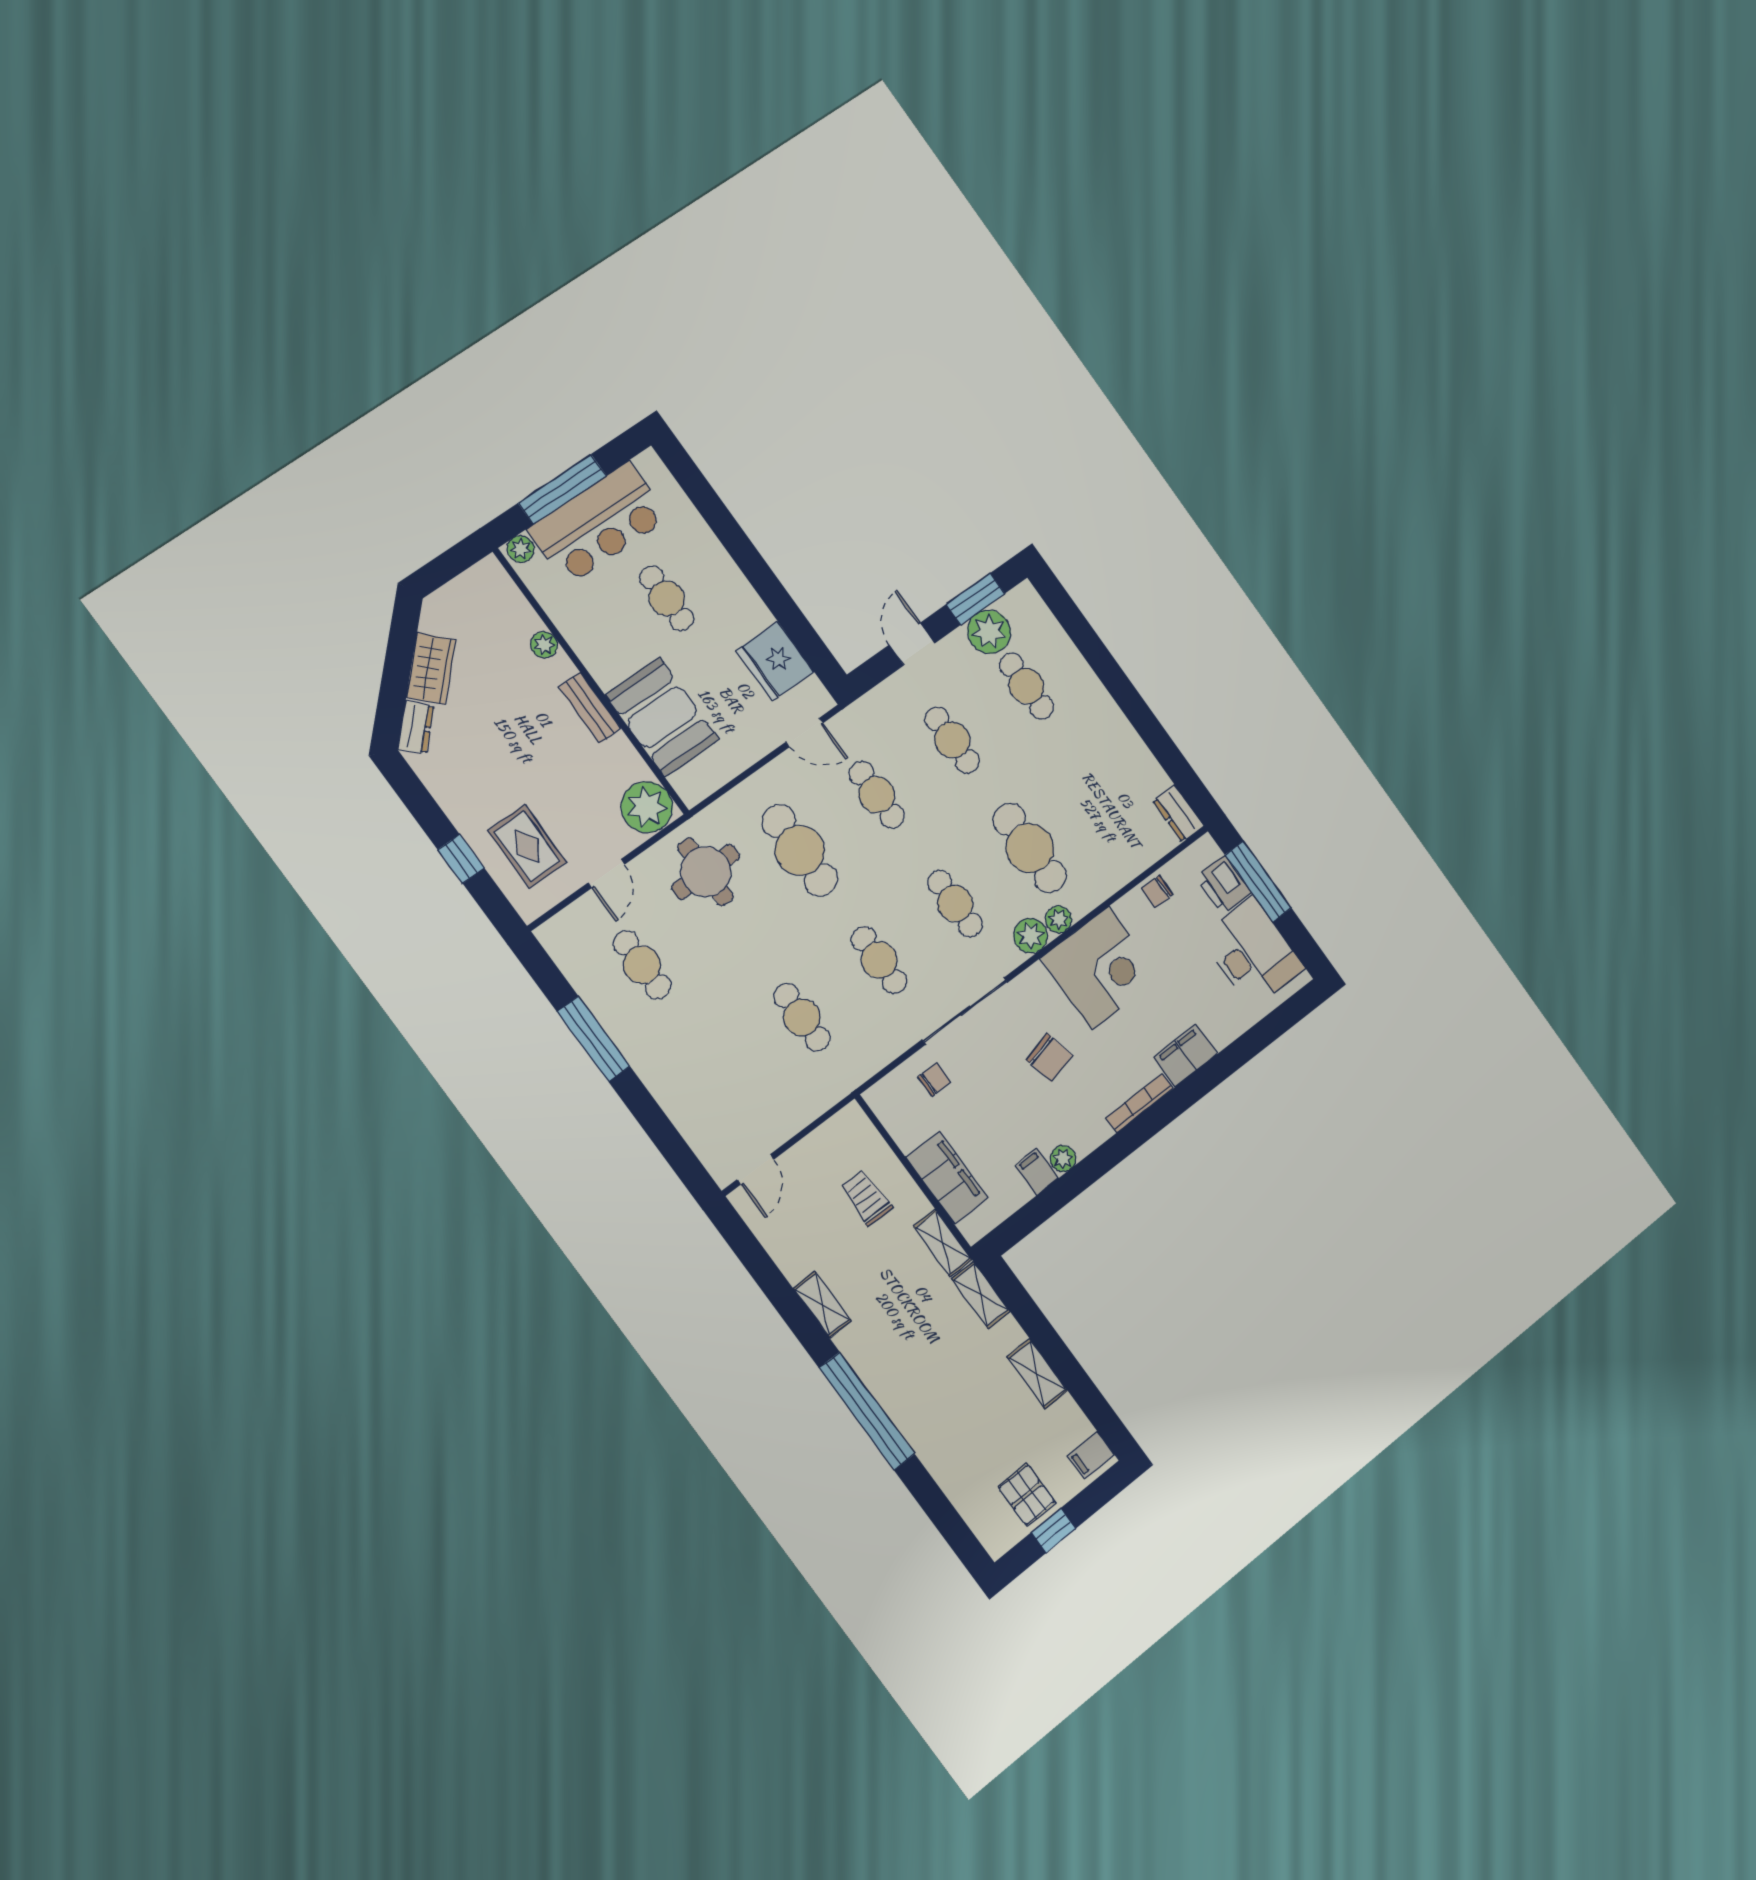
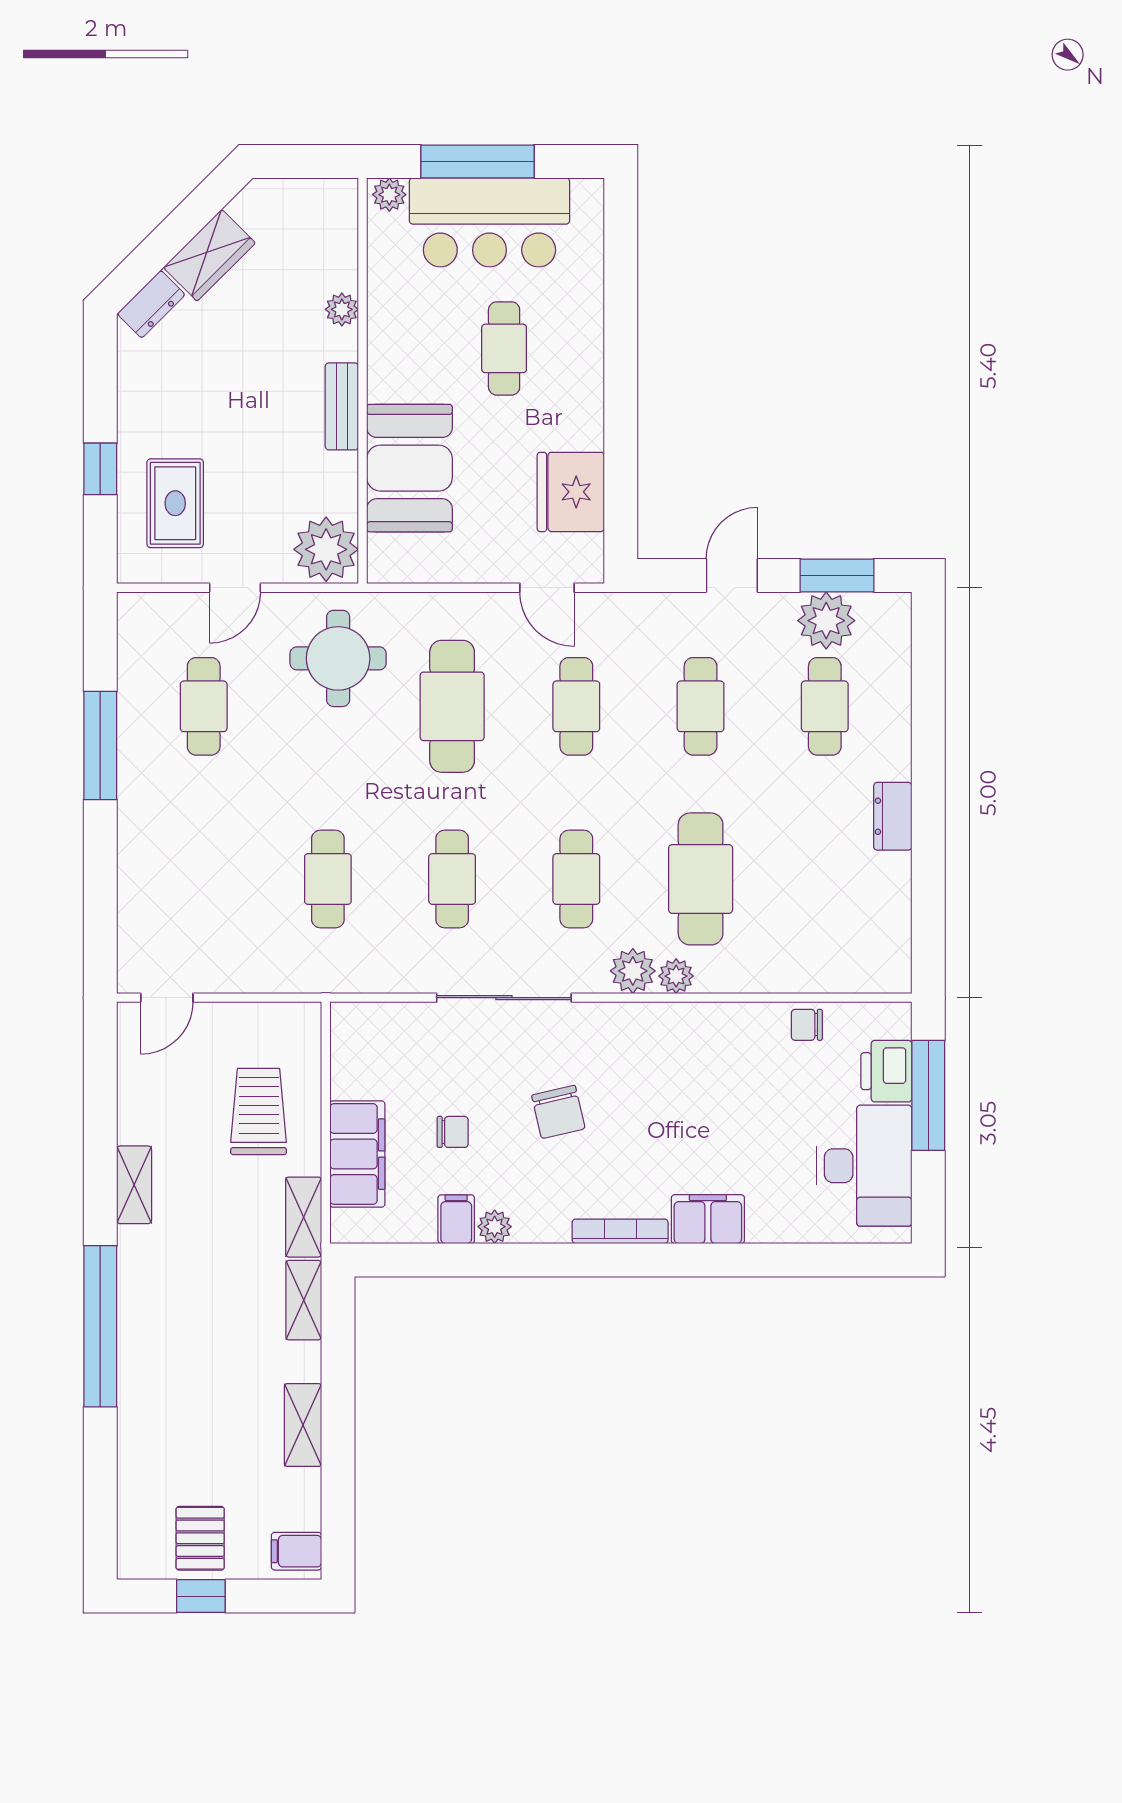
dresser: (1178, 813) -> (893, 816), moved
corner desk: (1100, 968) -> (684, 1060), removed
chair: (934, 1079) -> (453, 1132), moved
trolley: (866, 1198) -> (259, 1112), width x1.36, depth x1.39

